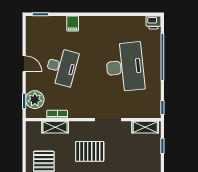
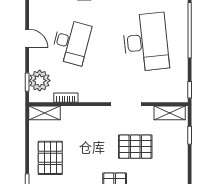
shelving: (55, 127) -> (44, 113), moved
pallet: (90, 151) -> (135, 147), moved

